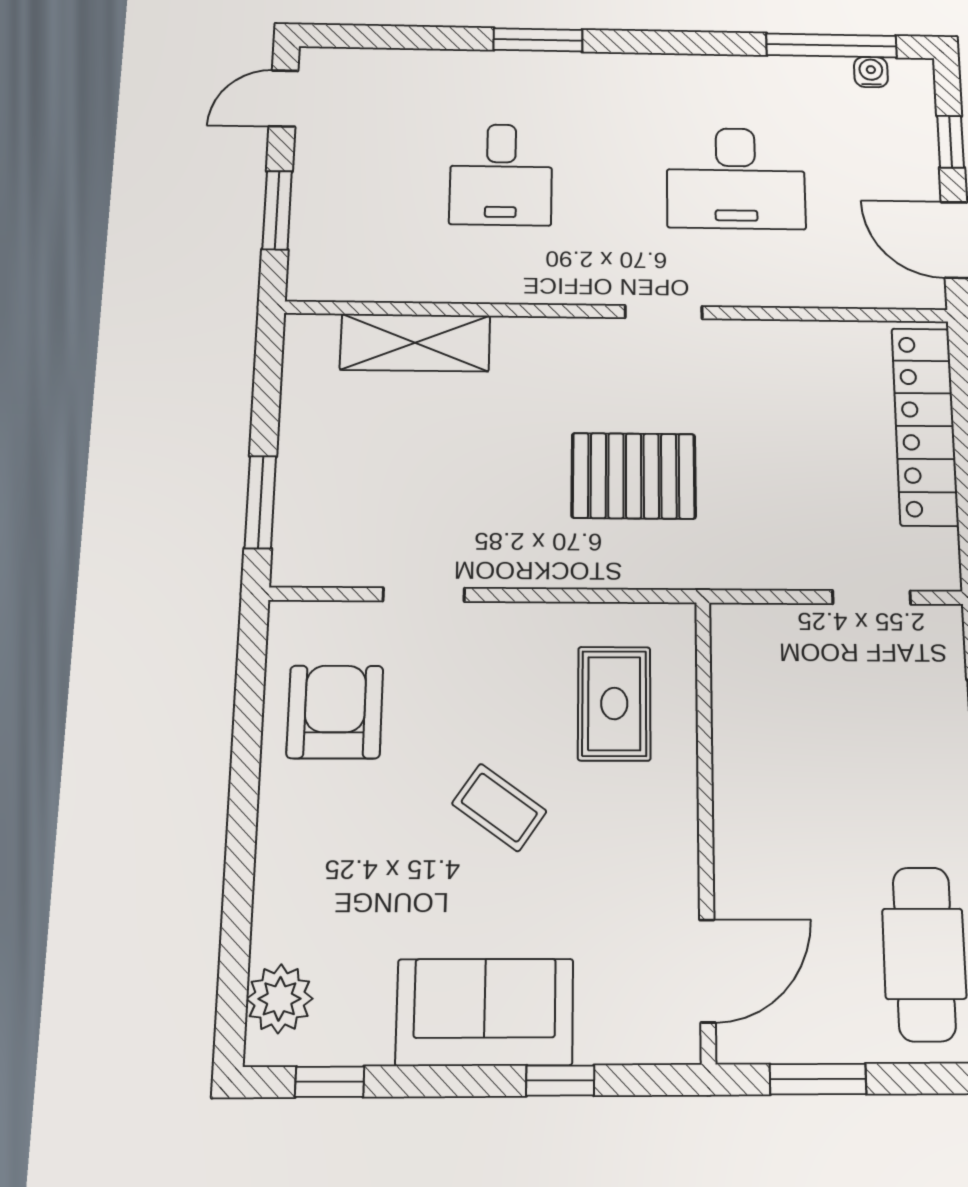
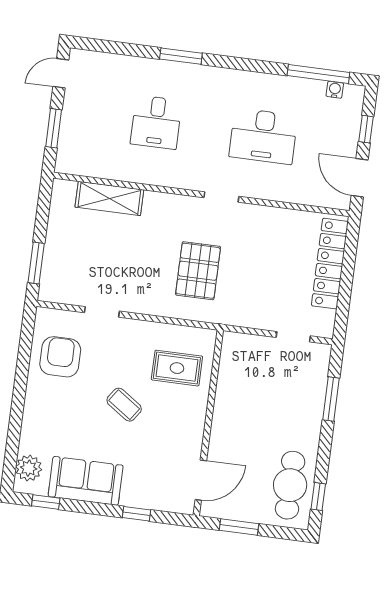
pallet: (634, 476) -> (198, 271), turned 90
rug: (614, 703) -> (177, 368), turned 90
sofa: (485, 1012) -> (86, 481), moved

